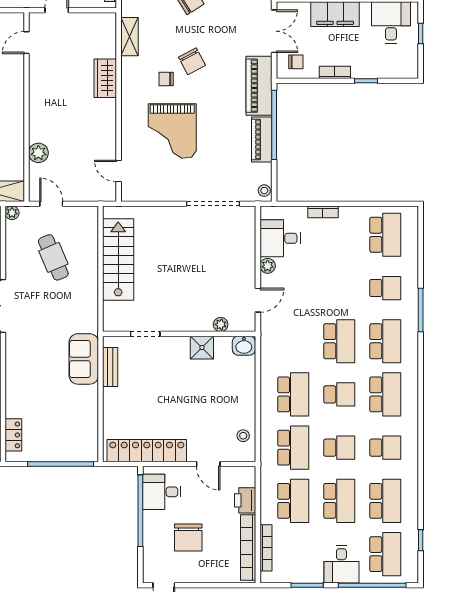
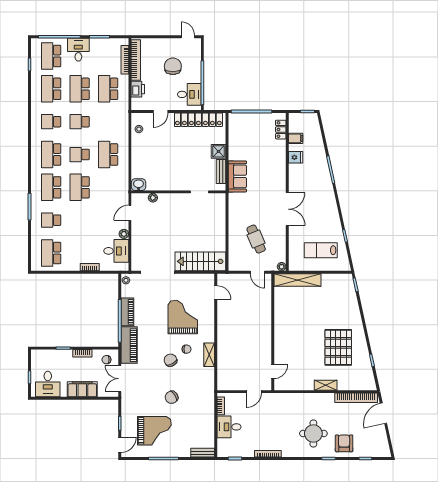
shelving: (129, 37) -> (209, 355), moved
wardrobe: (105, 78) -> (224, 350), removed
plant: (38, 153) -> (265, 304), removed
stairs: (118, 260) -> (200, 261), moved, turned 90
shower: (202, 348) -> (219, 151), moved
school desk: (293, 448) -> (108, 122), removed
door: (208, 464) -> (161, 112), swing flipped

